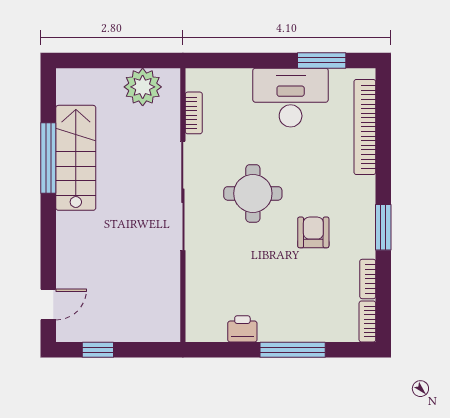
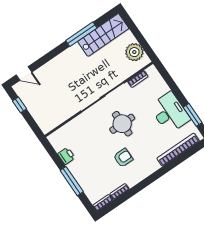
stairs: (76, 158) -> (103, 35), moved
window: (383, 227) -> (144, 184), removed

